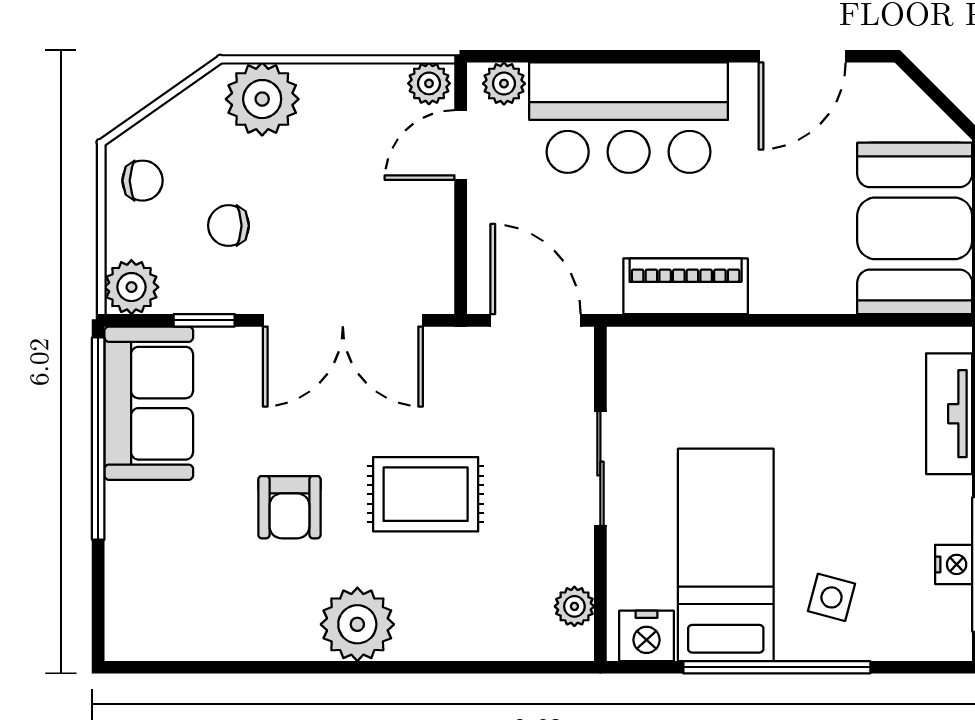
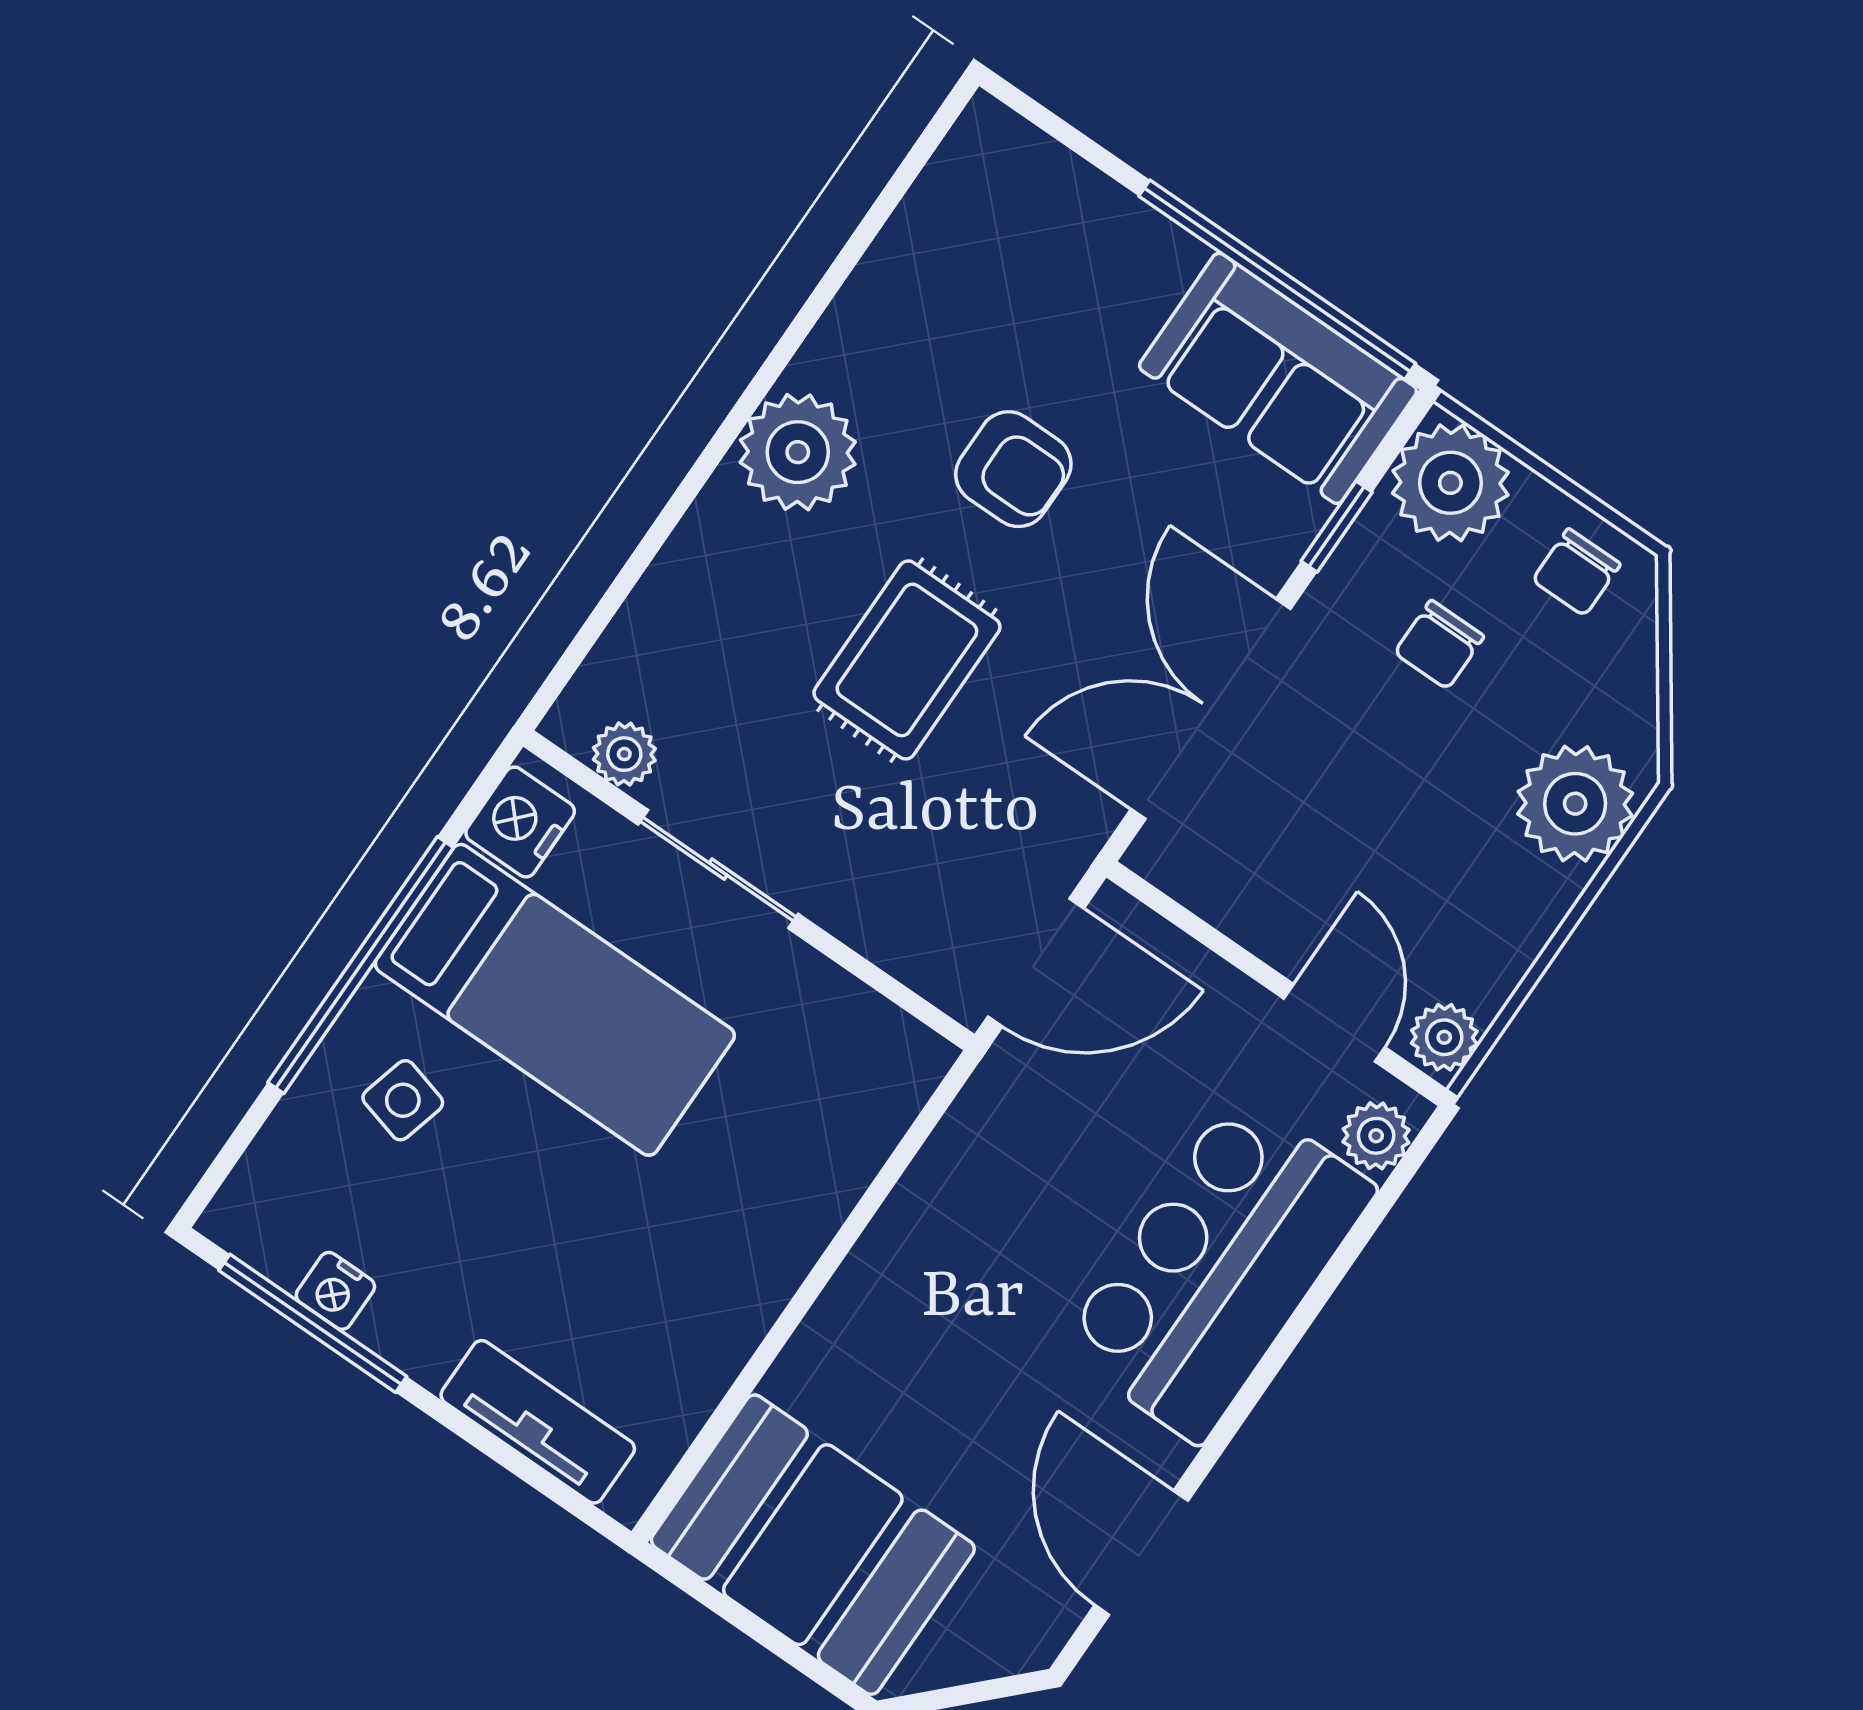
chair: (229, 226) -> (1439, 645), turned 180
piano: (686, 286) -> (945, 1191), removed
plant: (131, 287) -> (1450, 483), width x1.36, depth x1.36
sliding door: (600, 468) -> (718, 869), moved
armchair: (289, 507) -> (1013, 469), turned 180

